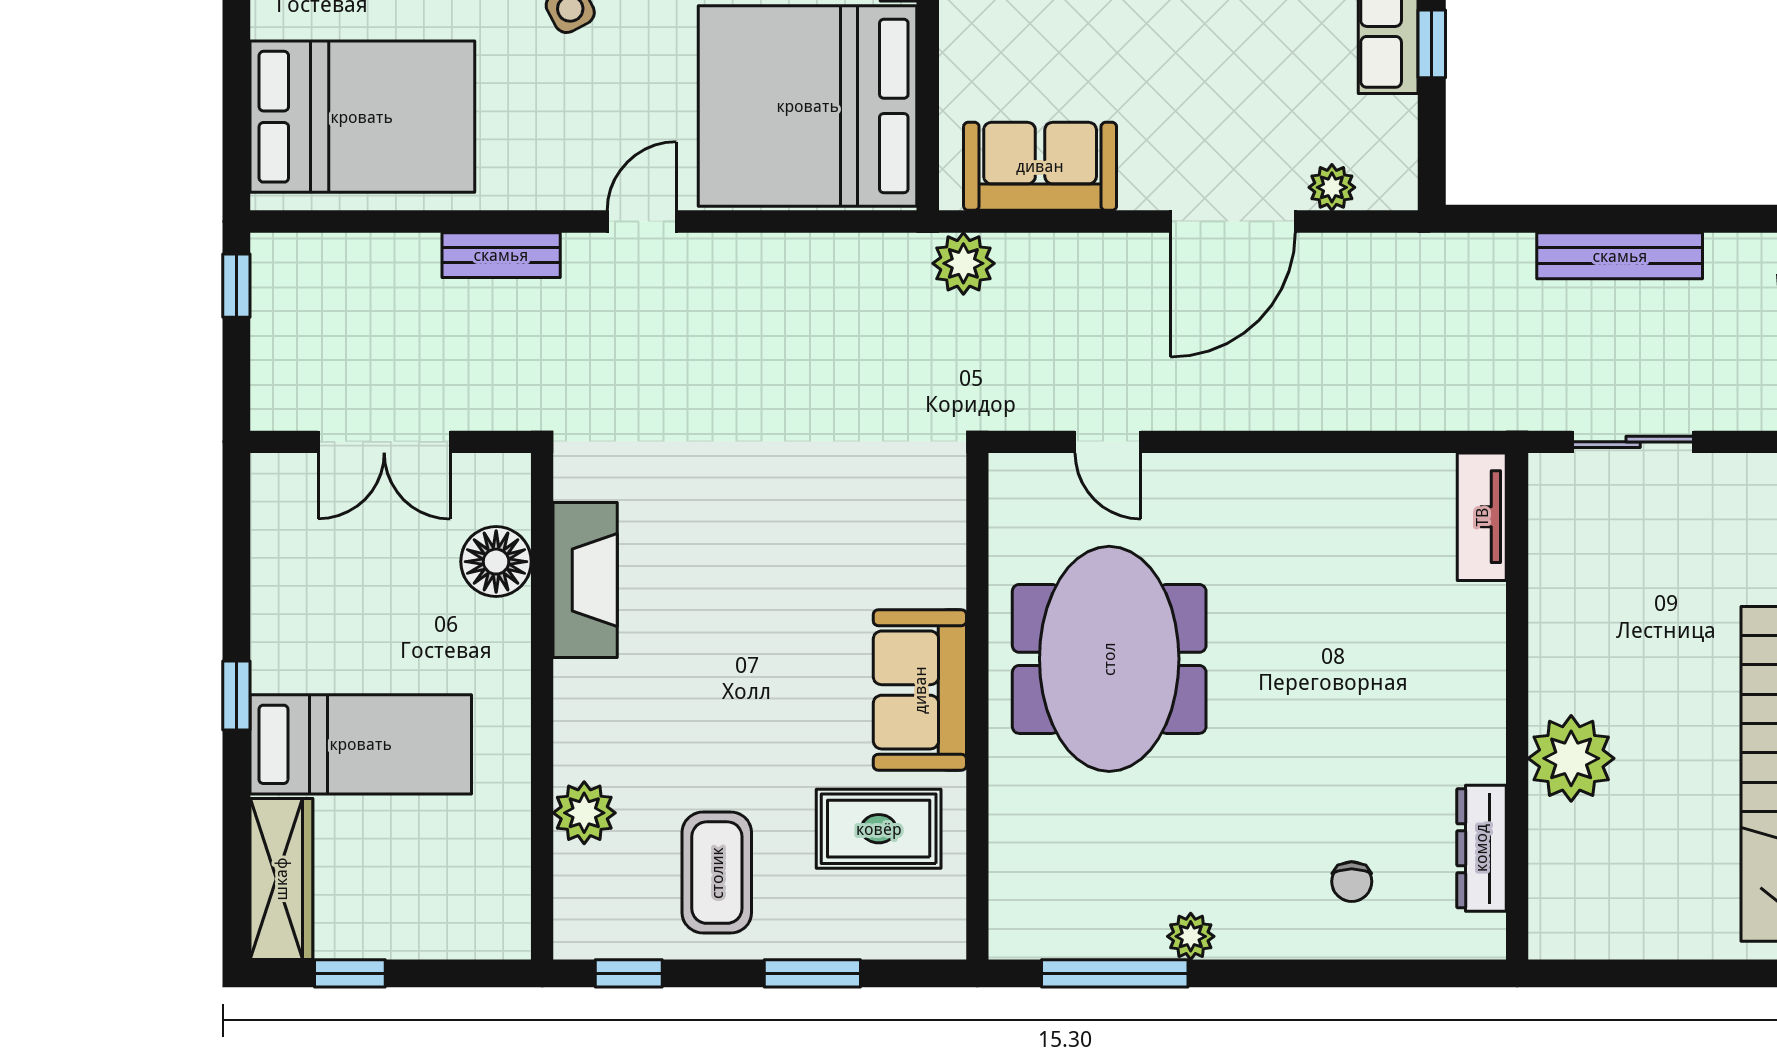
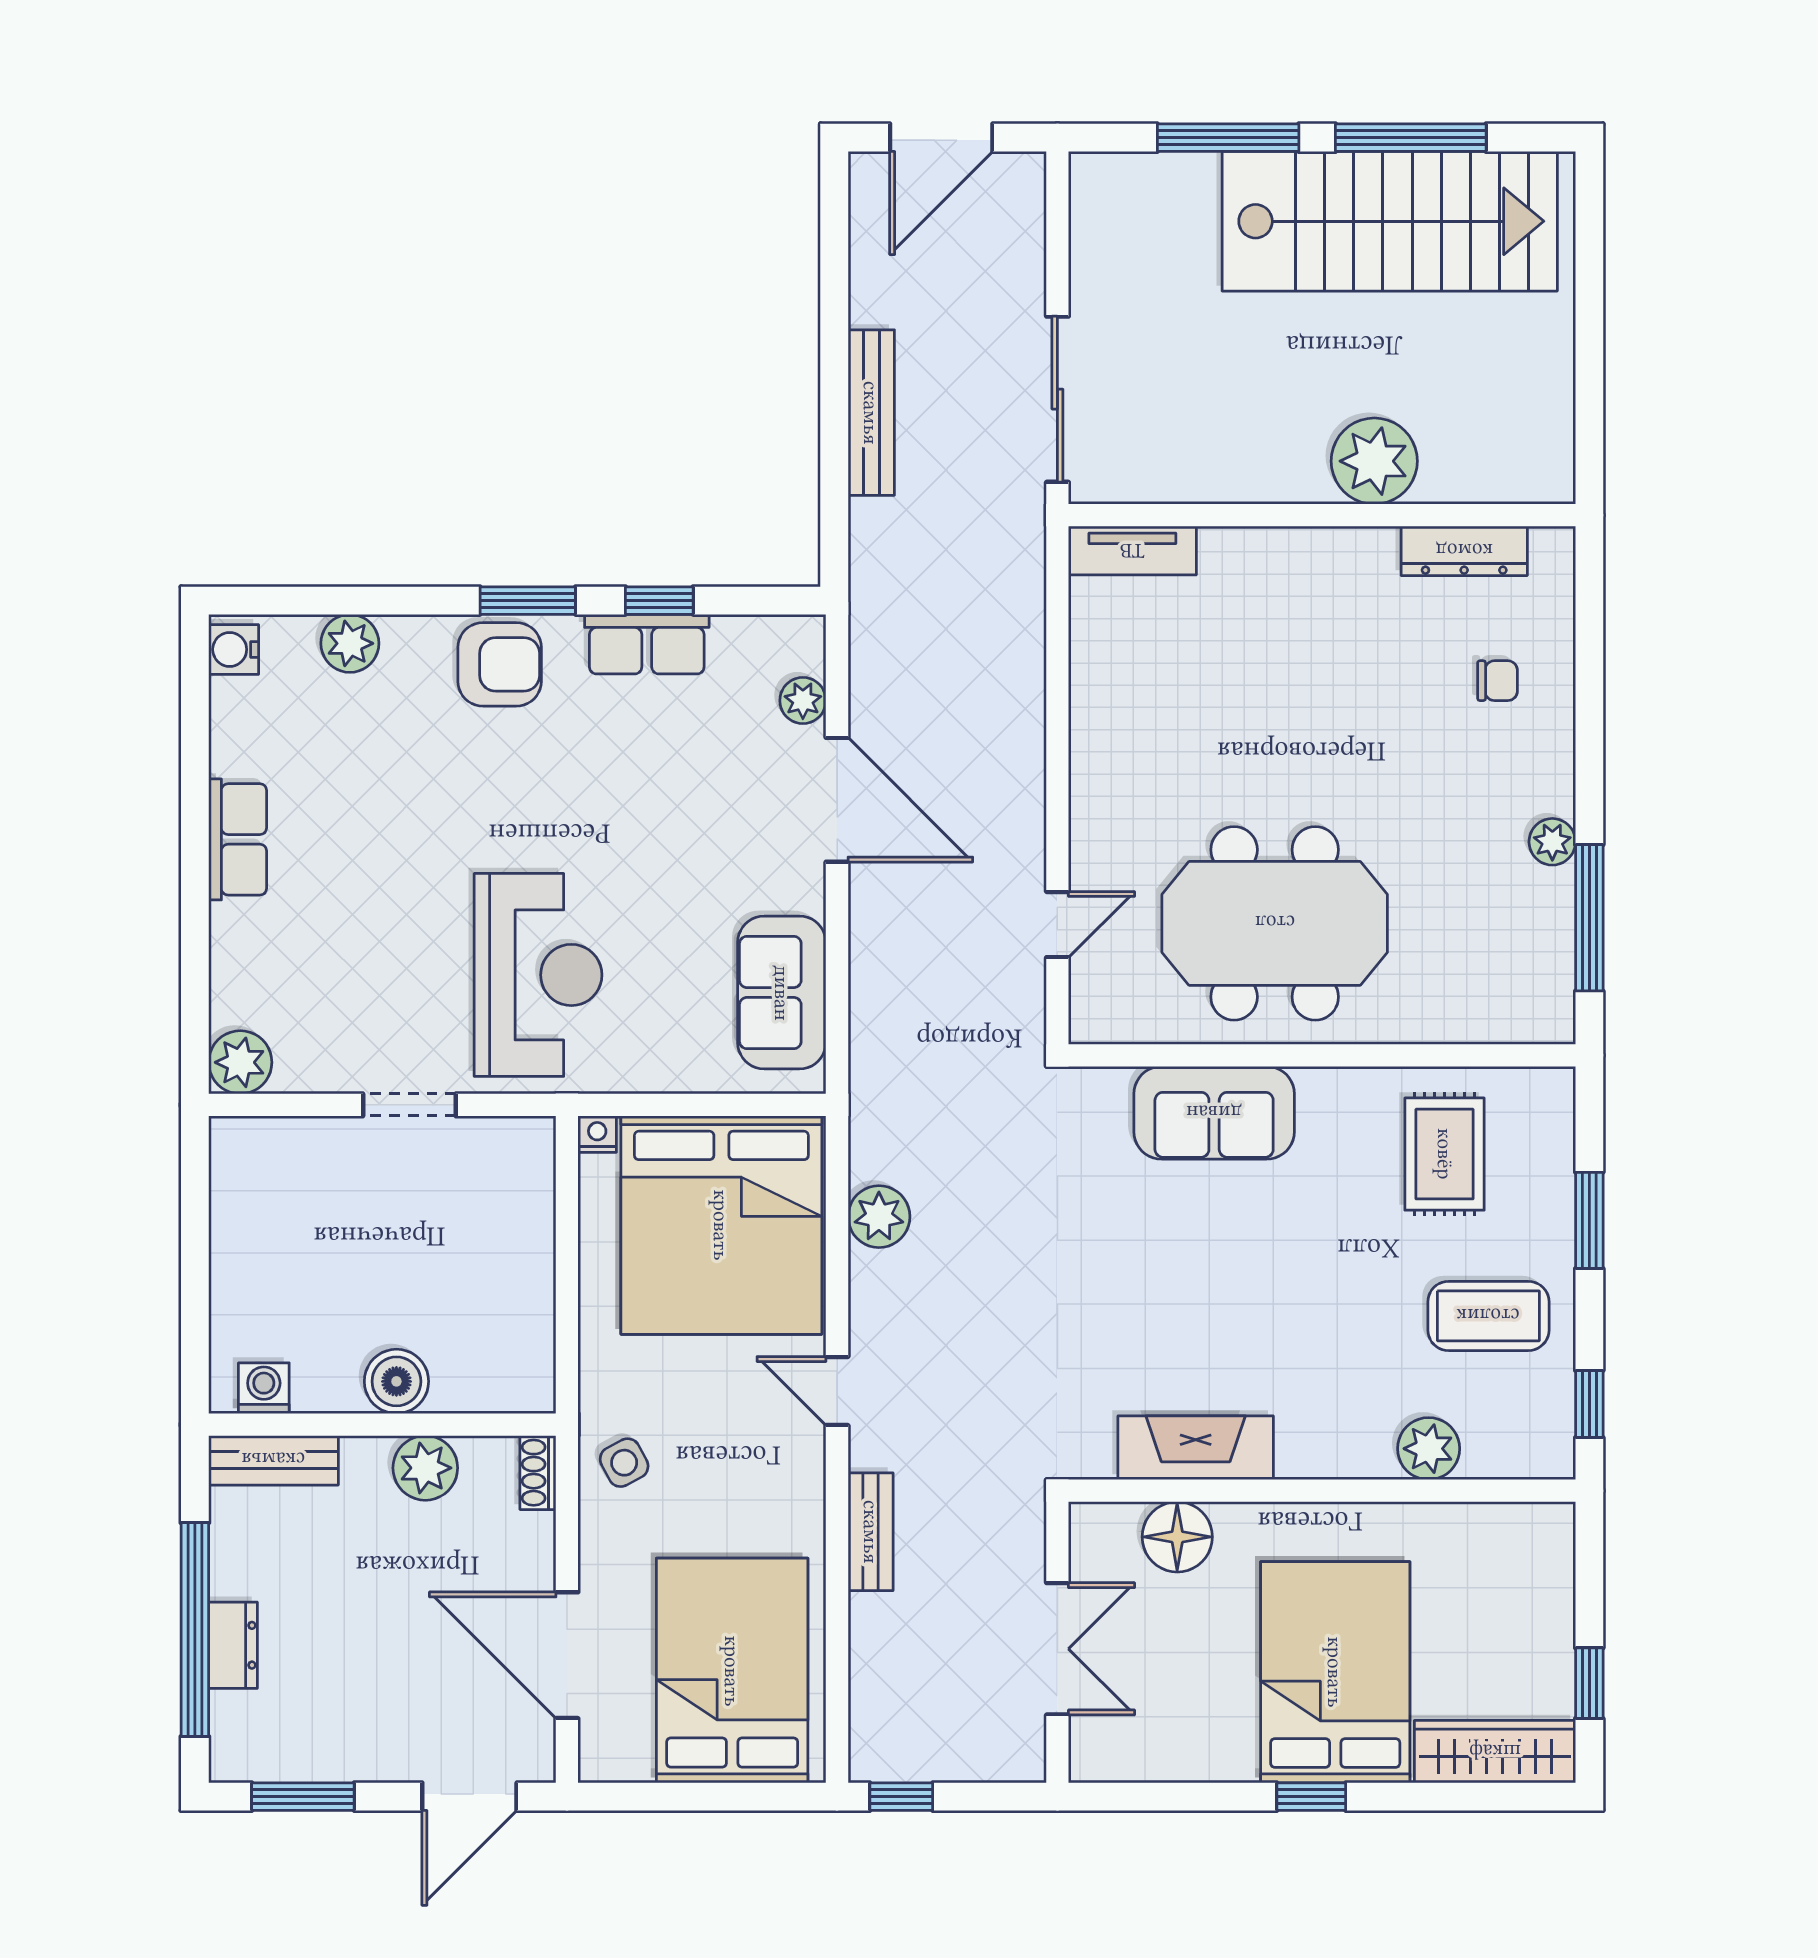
plant: (963, 263) -> (879, 1217), moved
sliding door: (1633, 442) -> (1057, 399), width x1.37
sofa: (920, 690) -> (1214, 1113), moved
bed: (361, 744) -> (1335, 1672), width x1.50

